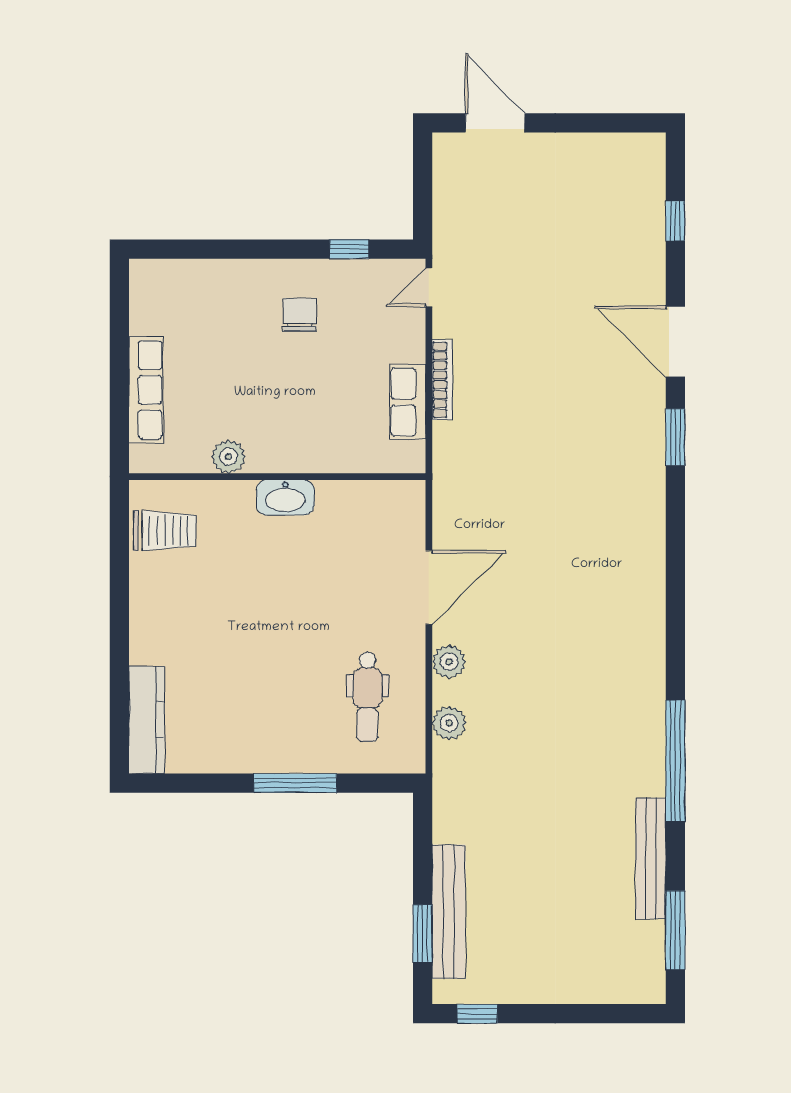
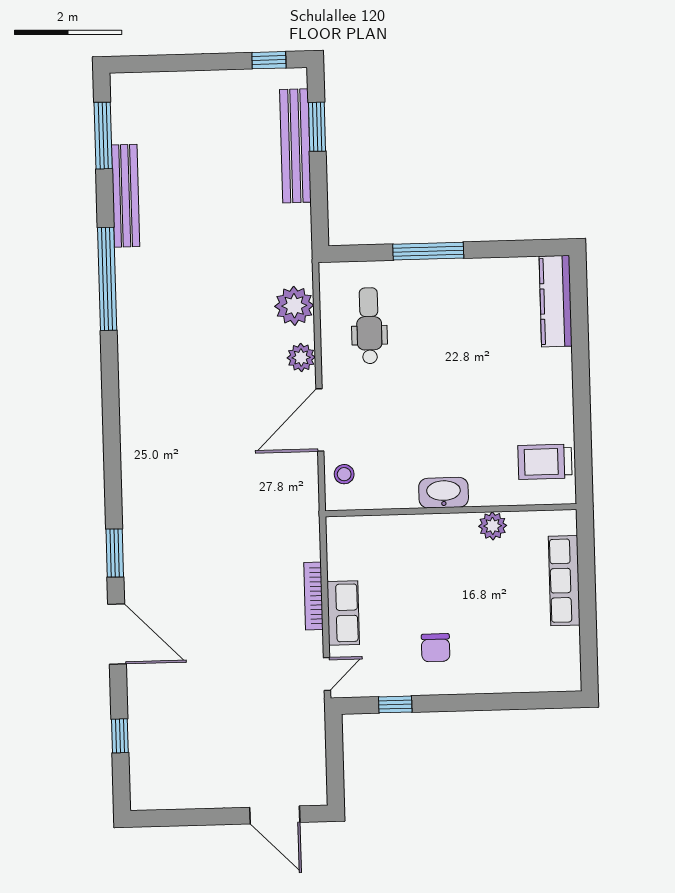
row of seats: (408, 402) -> (343, 613), moved
stool: (402, 523) -> (344, 474), added
plant: (449, 723) -> (294, 306), width x1.36, depth x1.36

